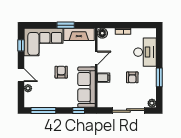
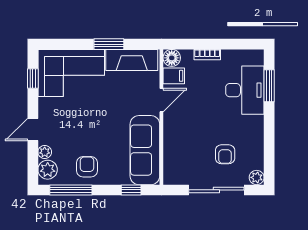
armchair: (61, 72) -> (87, 167), moved
door: (21, 75) -> (33, 130), swing flipped
armchair: (132, 77) -> (225, 154), moved
window: (159, 77) -> (269, 86), moved
filing cabinet: (103, 78) -> (174, 76), moved
plant: (30, 99) -> (48, 170), added

